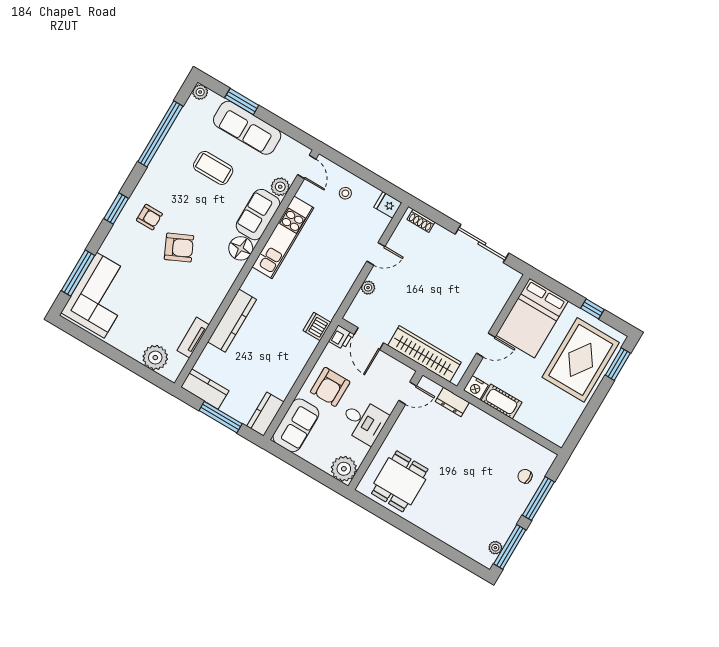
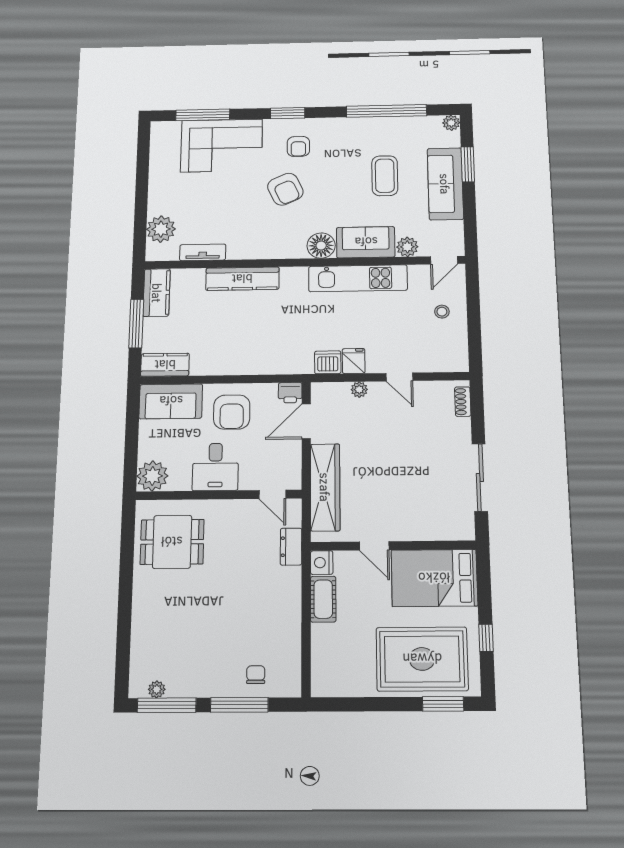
fridge: (388, 205) -> (354, 361), moved
corner sofa: (100, 295) -> (221, 146), moved
dishwasher: (317, 327) -> (328, 362), moved
armchair: (330, 387) -> (232, 412), turned -90

